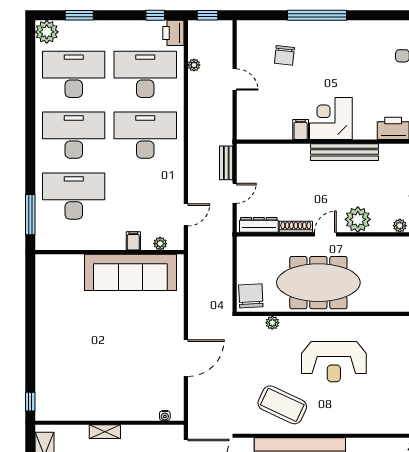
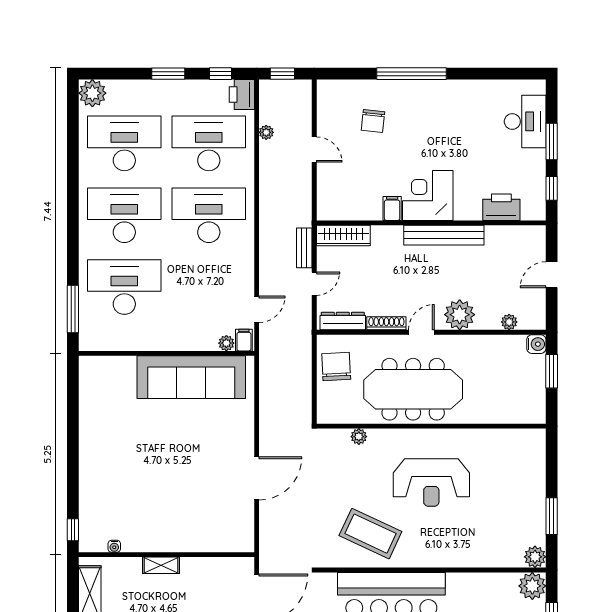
window: (79, 15) -> (168, 74), moved
wardrobe: (259, 152) -> (343, 236), added
filing cabinet: (133, 241) -> (244, 340), moved
chair: (251, 296) -> (336, 366), moved
water cooler: (165, 416) -> (114, 546), moved

